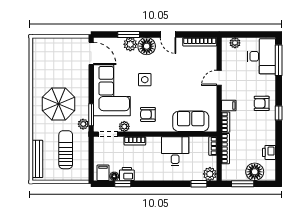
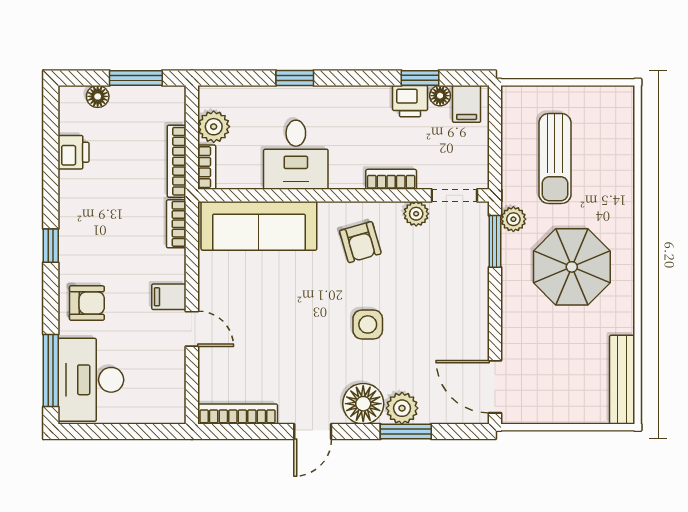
door: (168, 34) -> (313, 432), swing flipped
plant: (235, 43) -> (154, 412), removed
door: (219, 78) -> (192, 329), hinge flipped
corner sofa: (112, 90) -> (446, 299), removed
armchair: (262, 103) -> (87, 303), moved
filing cabinet: (229, 106) -> (169, 297), moved
armchair: (148, 114) -> (360, 242), turned 74
sofa: (191, 121) -> (259, 226), width x1.36
bench: (37, 159) -> (622, 380), moved
floor lamp: (255, 172) -> (98, 96), width x0.53, depth x0.53
plant: (210, 174) -> (214, 127), moved
window: (199, 184) -> (295, 78), moved

